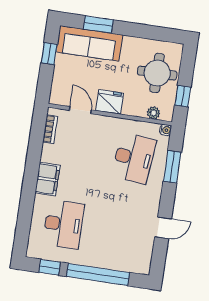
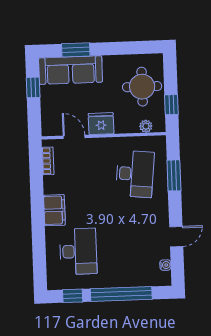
water cooler: (166, 130) -> (165, 265), moved

